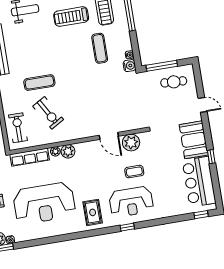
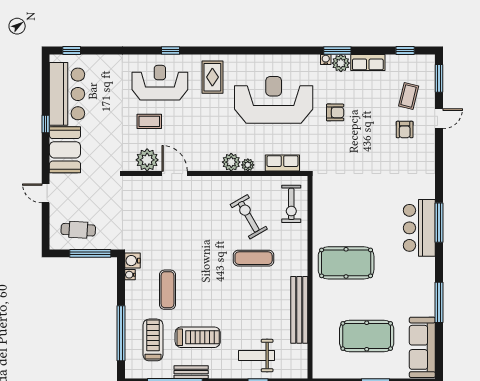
row of seats: (30, 157) -> (282, 163), width x0.68

